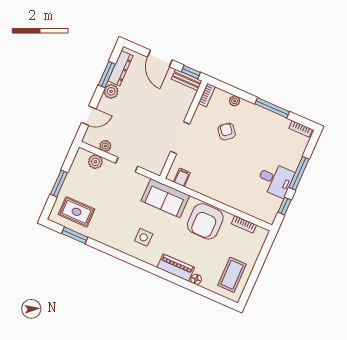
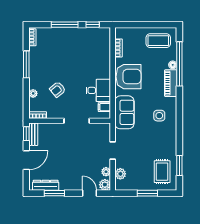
plant: (111, 91) -> (105, 185), moved
desk: (275, 180) -> (98, 90), moved, turned 90
window: (194, 288) -> (179, 64), added

